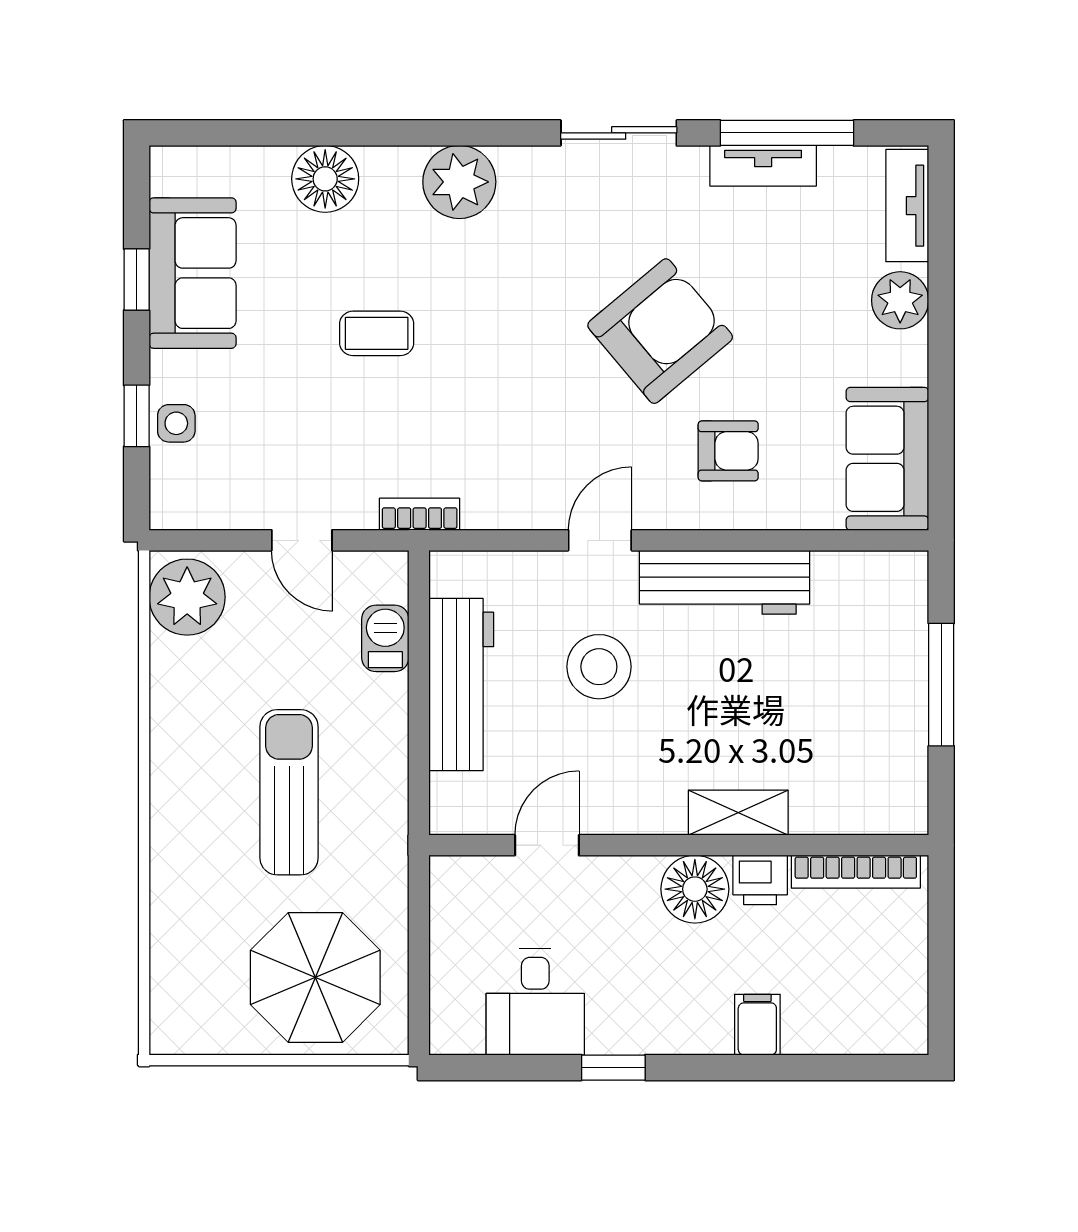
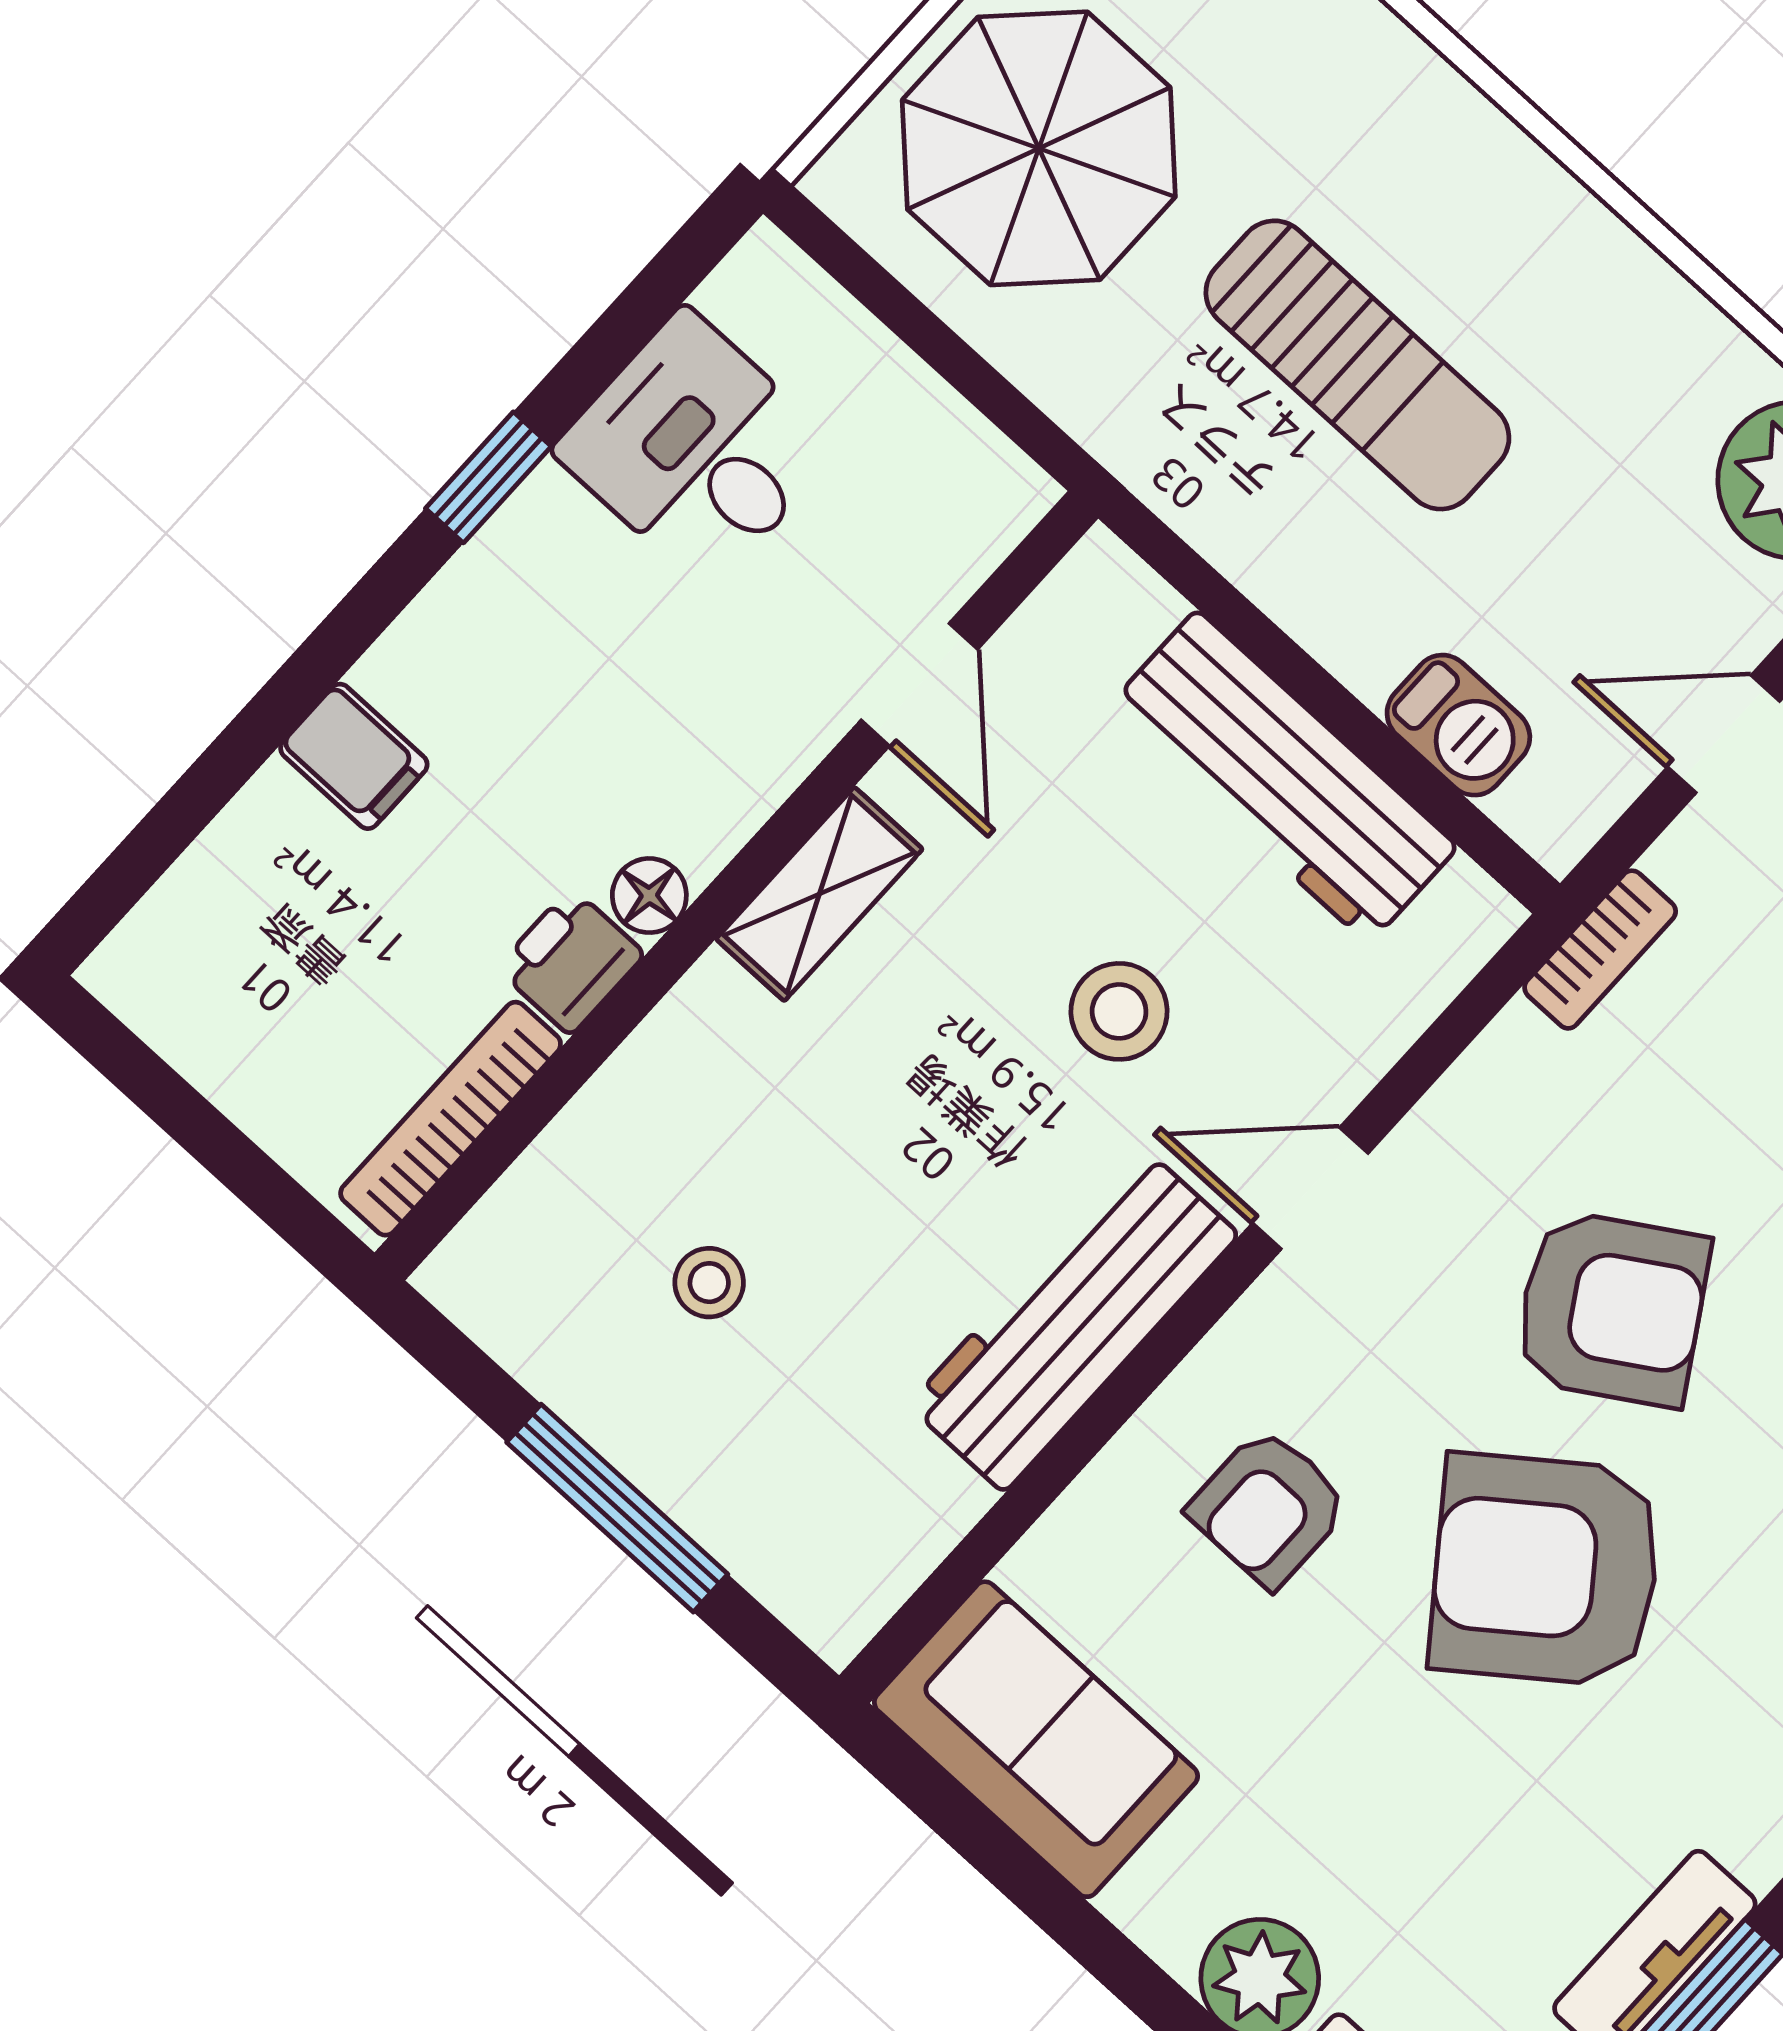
armchair: (660, 331) -> (1546, 1570), turned 93
armchair: (545, 393) -> (1612, 1308), added
door: (600, 540) -> (1310, 1188), swing flipped
stool: (599, 667) -> (1119, 1011), width x0.73, depth x0.73
stool: (830, 725) -> (709, 1283), added
shelving: (738, 813) -> (819, 894), moved
floor lamp: (695, 889) -> (649, 896), width x0.53, depth x0.53

